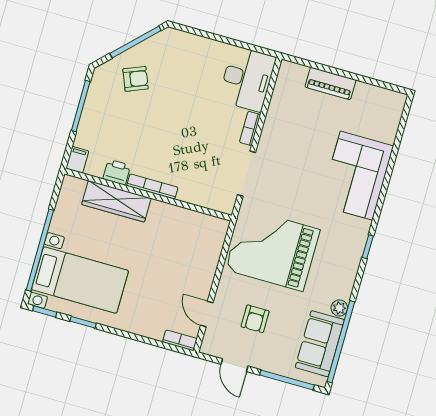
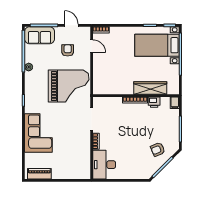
piano: (330, 83) -> (39, 174), moved
sofa: (320, 344) -> (39, 35), moved, turned 90

